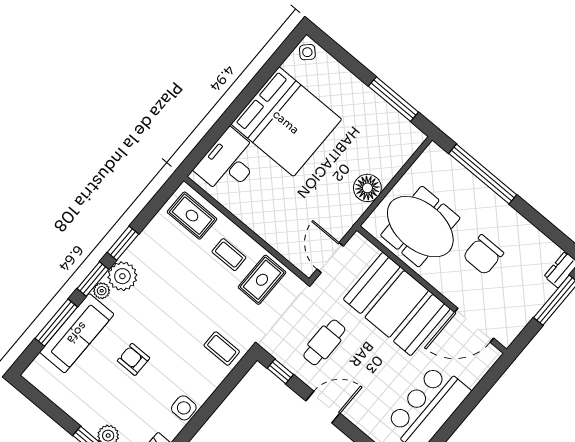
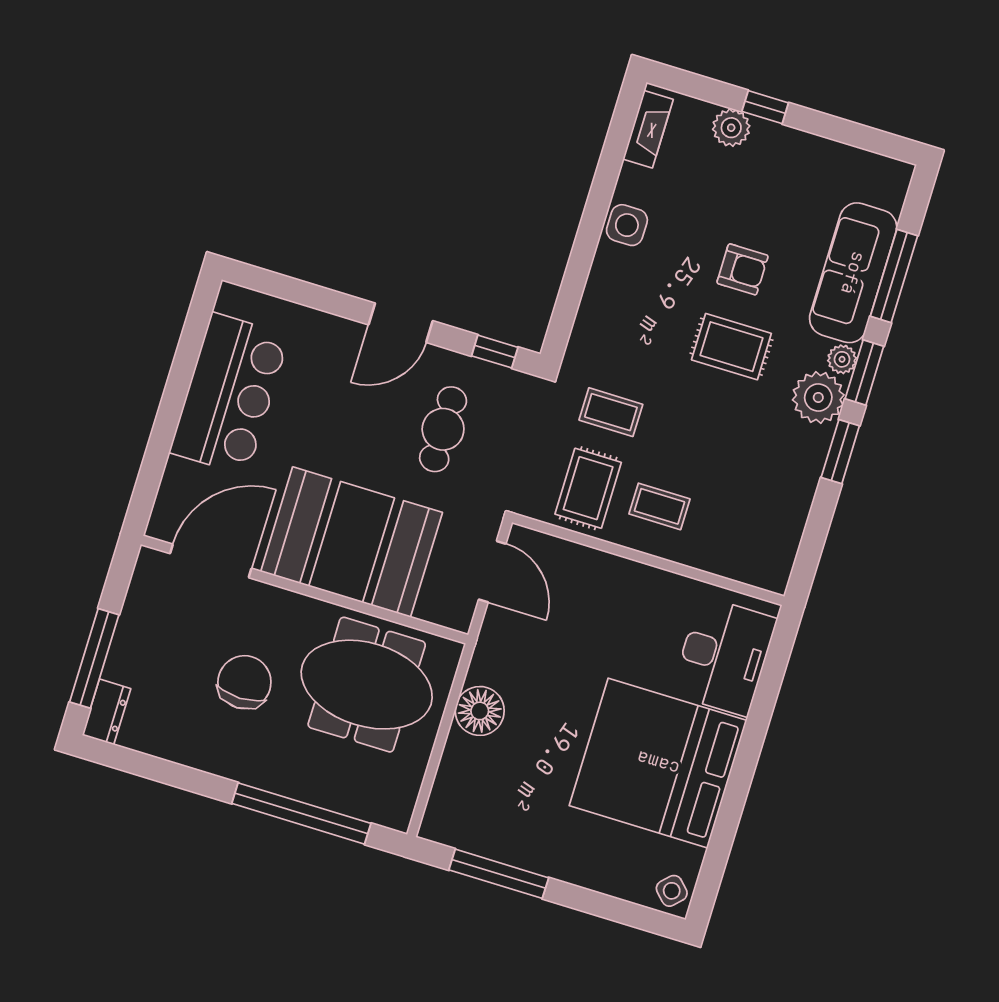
rug: (192, 216) -> (731, 347), moved
coffee table: (222, 349) -> (611, 412), moved

